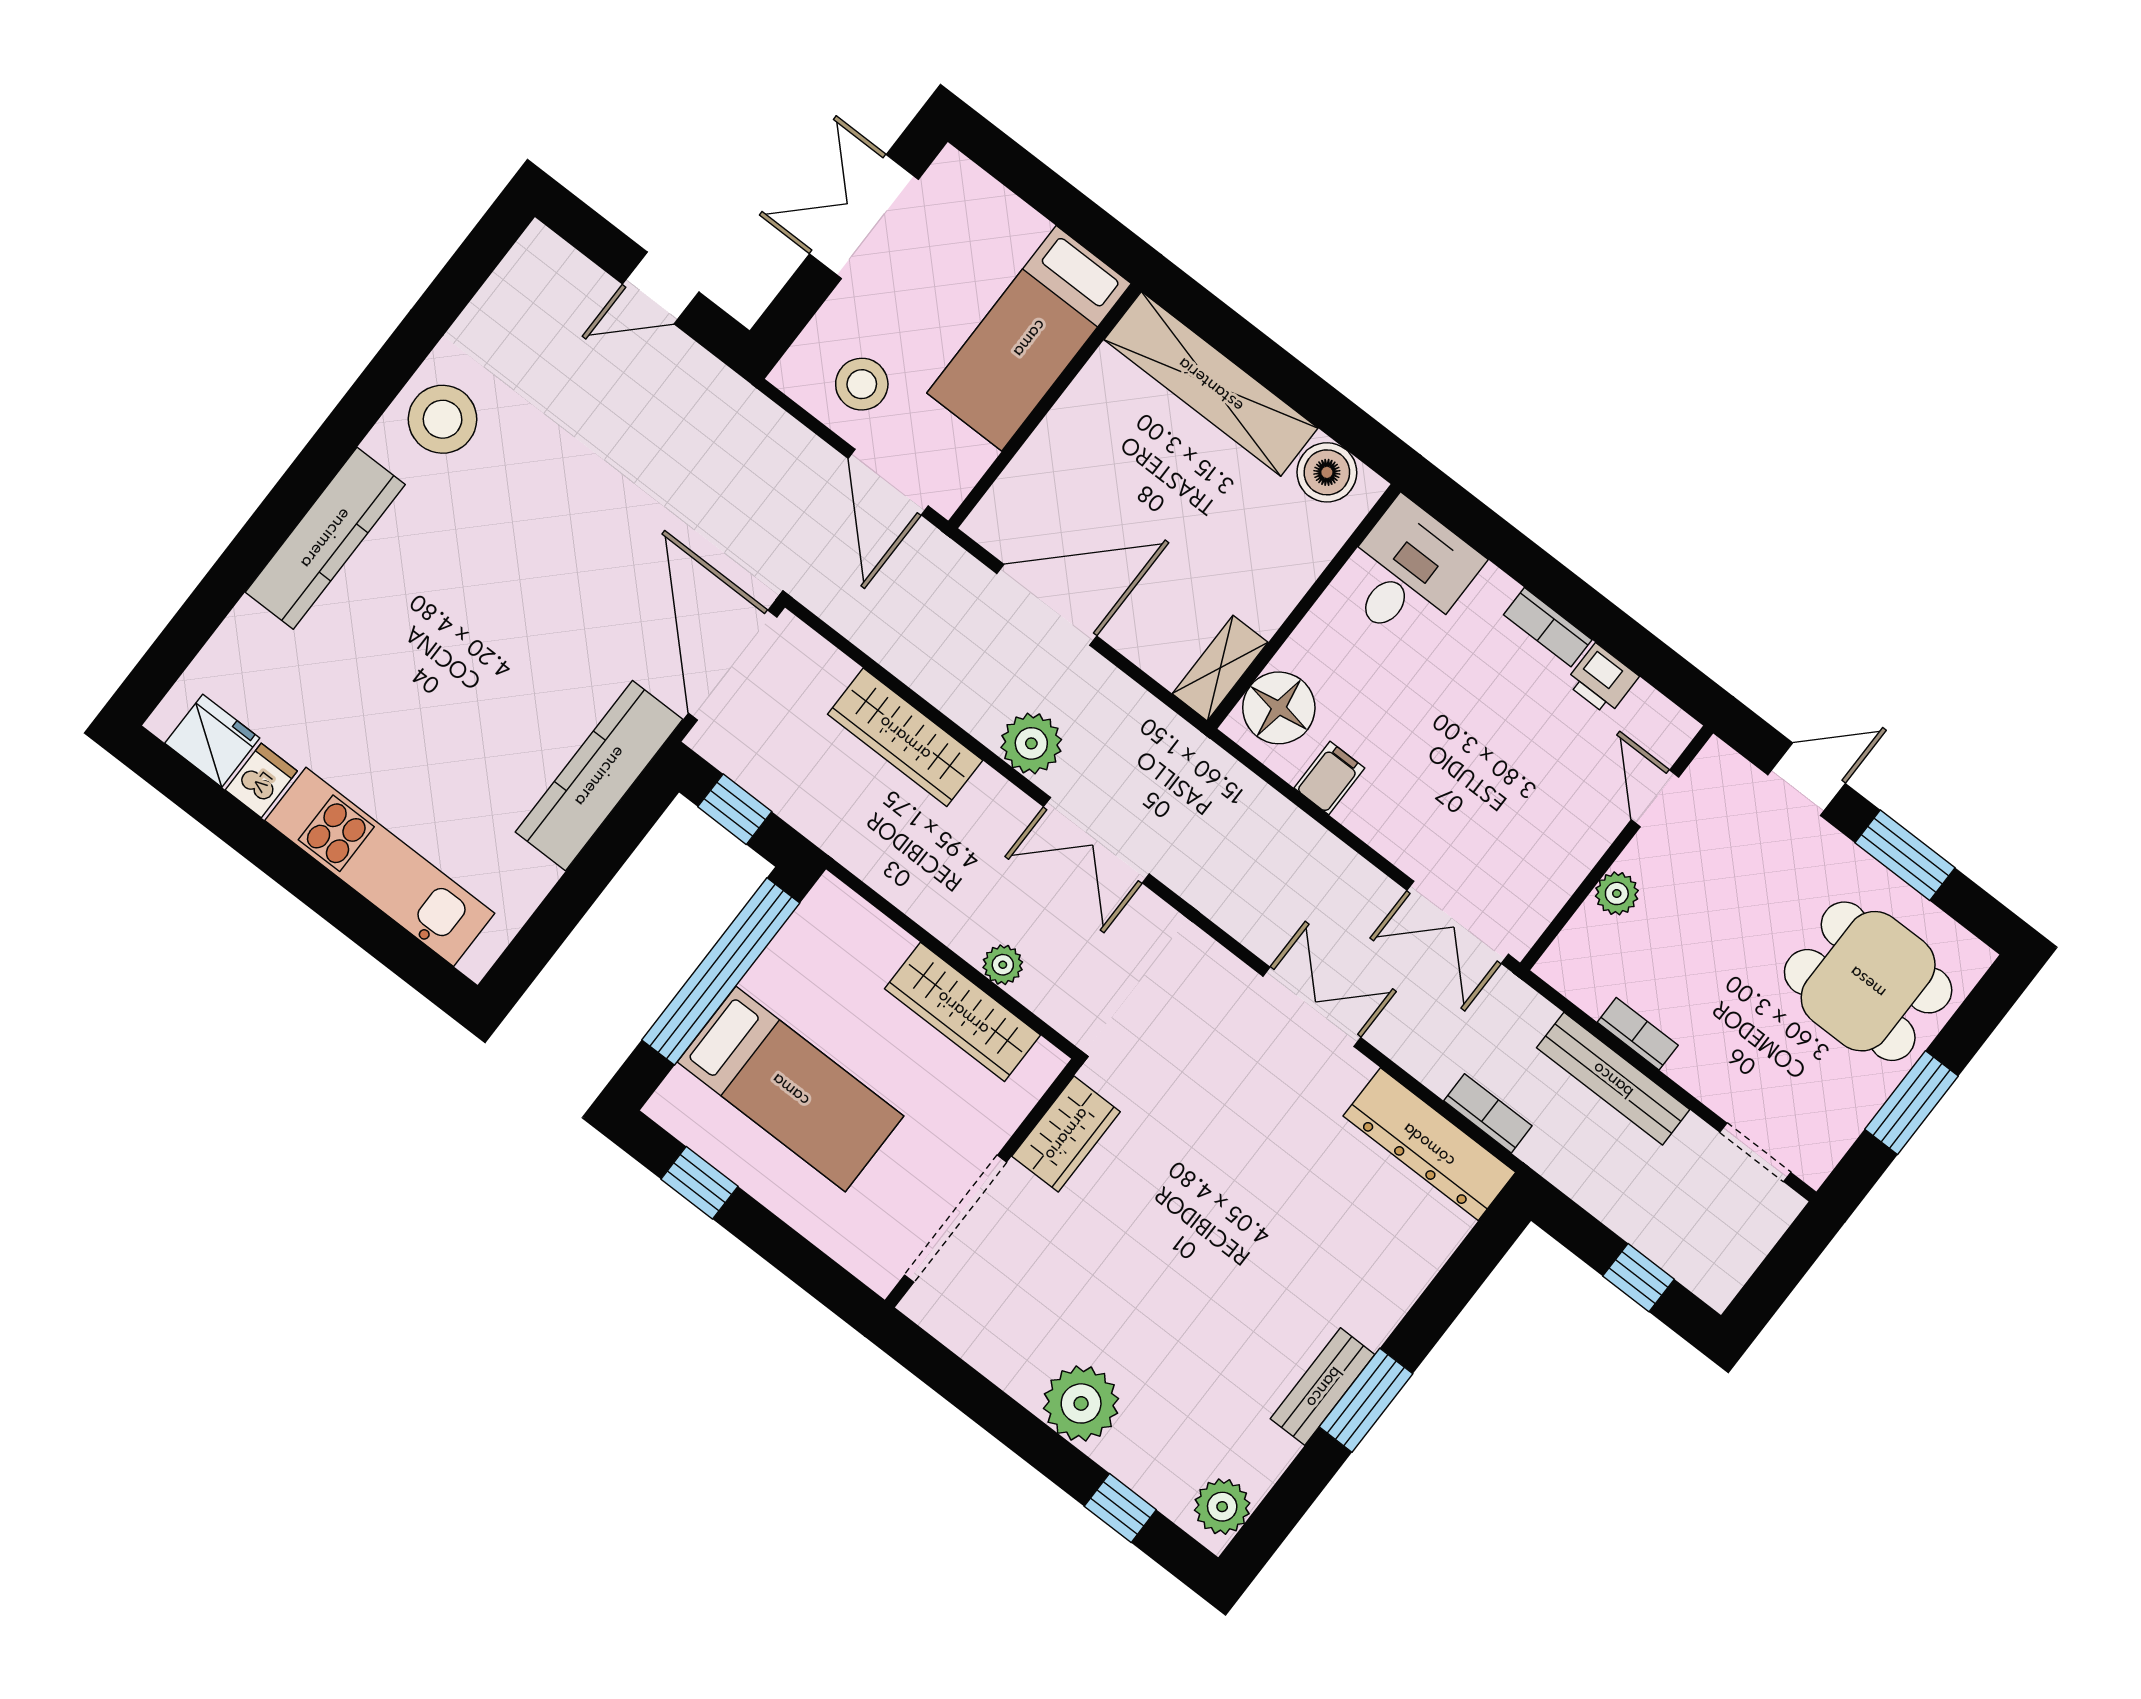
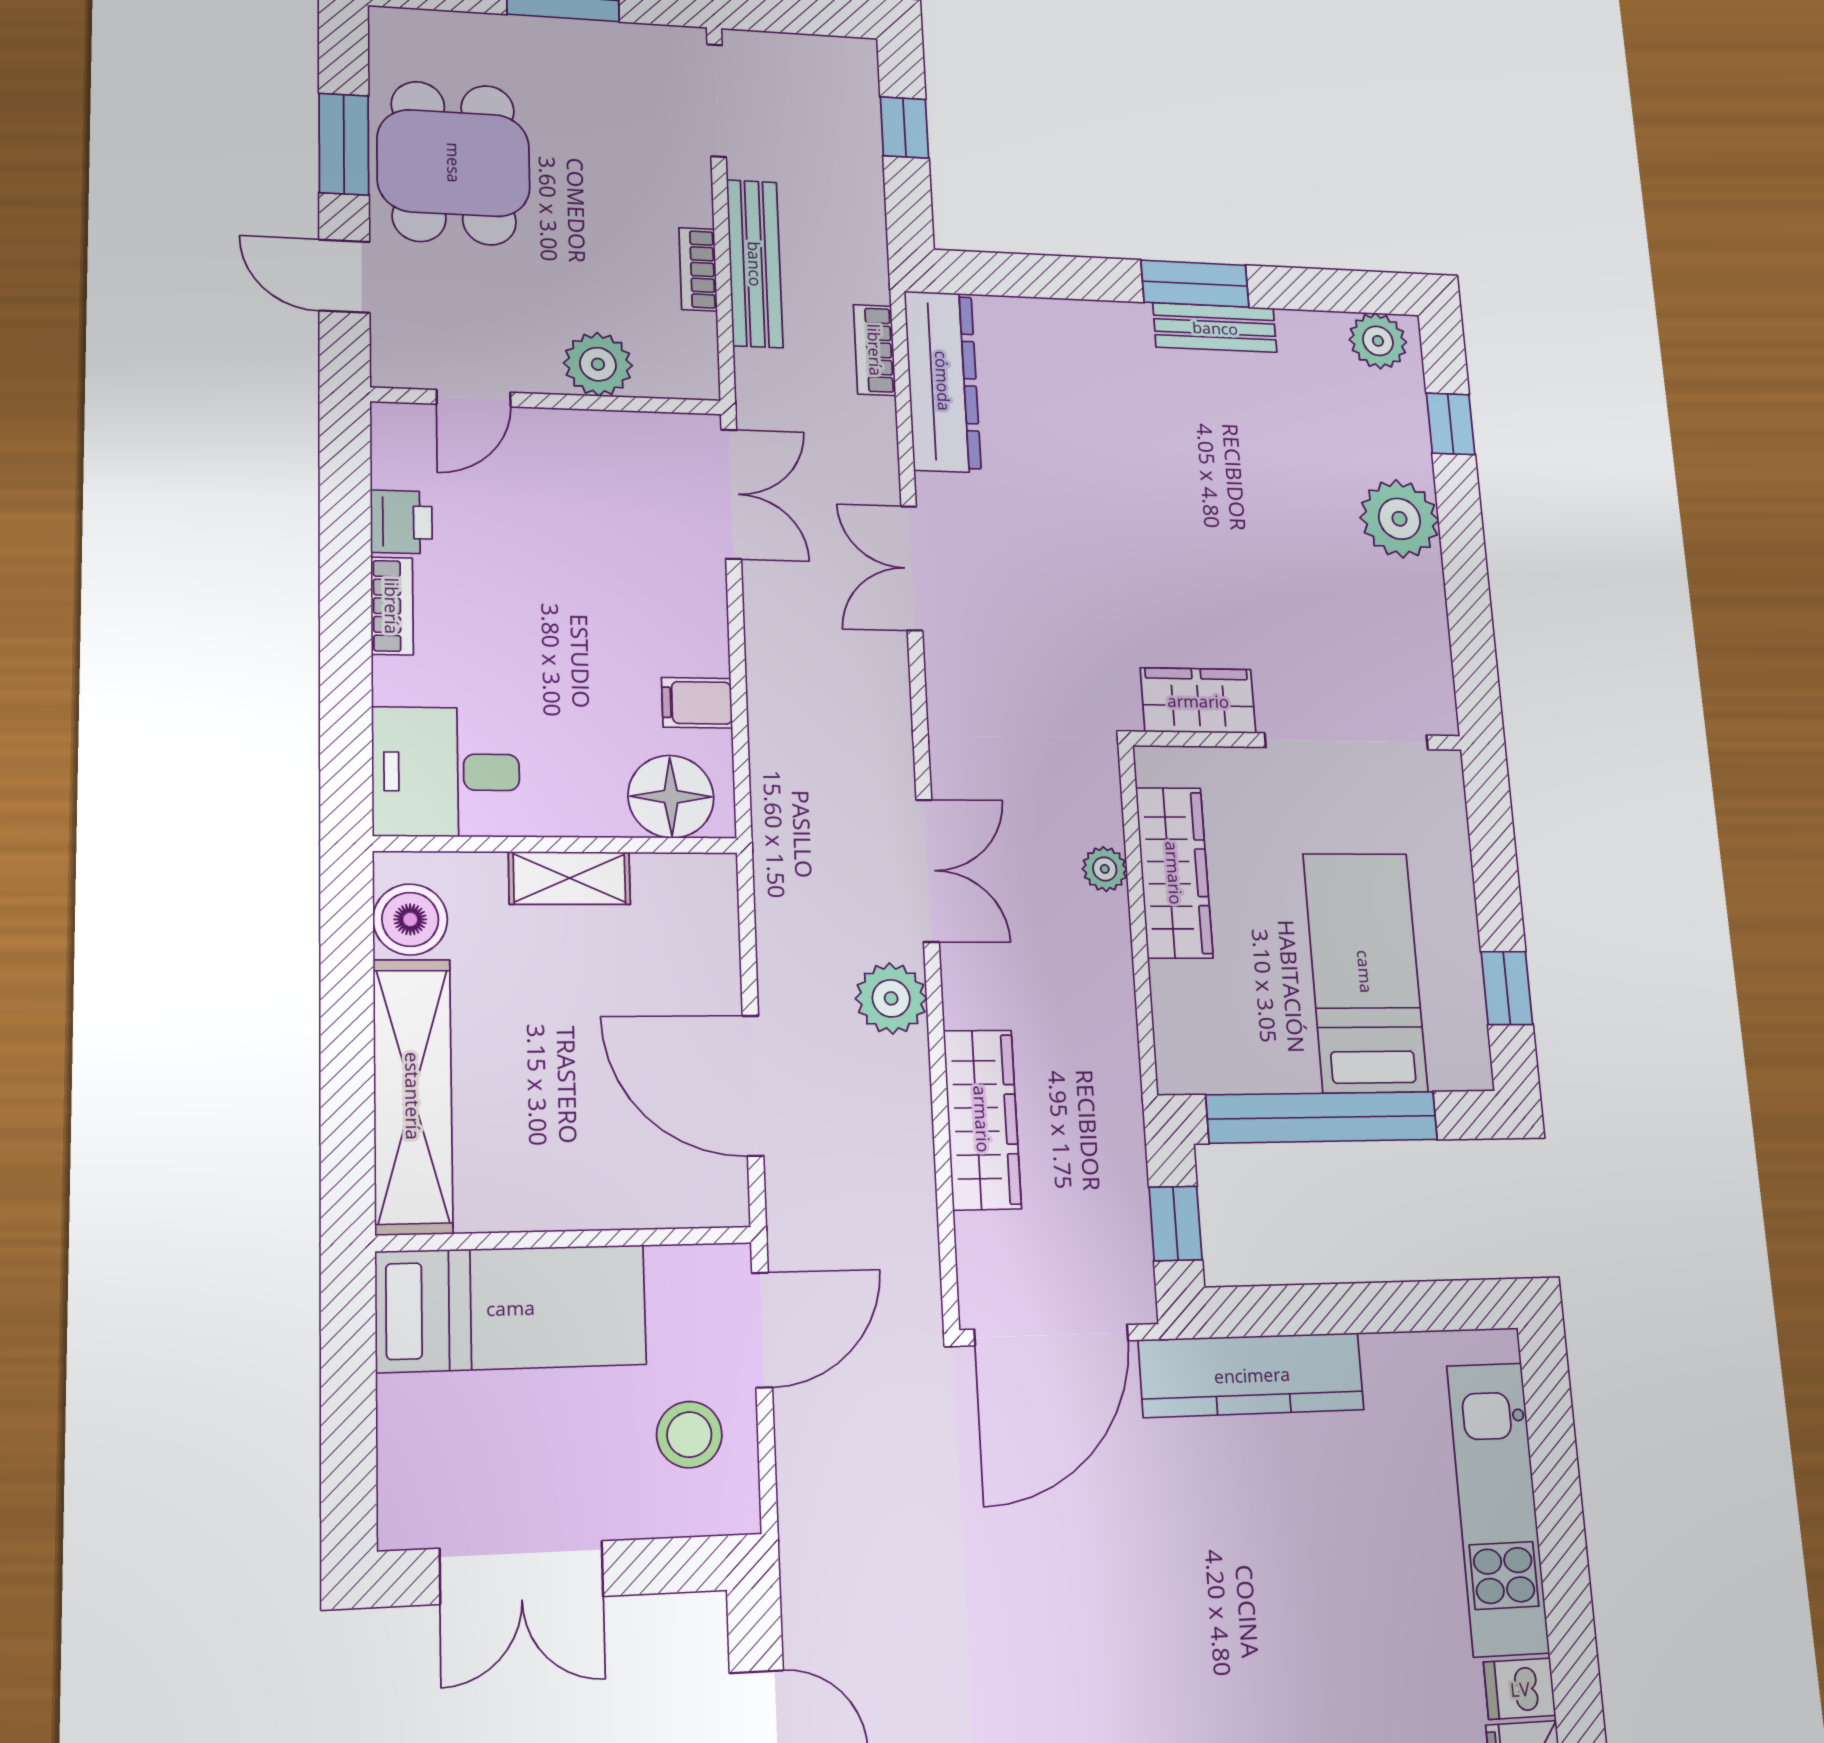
shelving: (1220, 668) -> (569, 878), moved
plant: (1617, 893) -> (598, 364), width x1.38, depth x1.38
dining table: (1868, 981) -> (454, 163), moved
doorway: (1755, 1152) -> (717, 101), width x1.38

